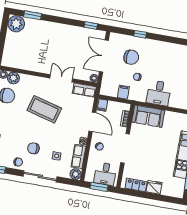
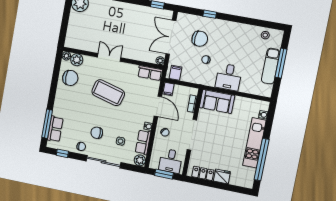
double door: (61, 78) -> (109, 57), moved
filing cabinet: (123, 92) -> (176, 73), moved

